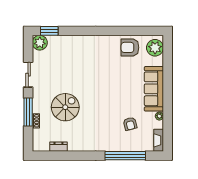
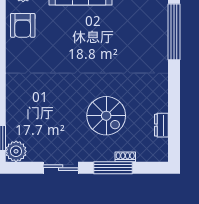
spiral stairs: (65, 107) -> (106, 116), turned 180
armchair: (130, 124) -> (129, 25), removed

